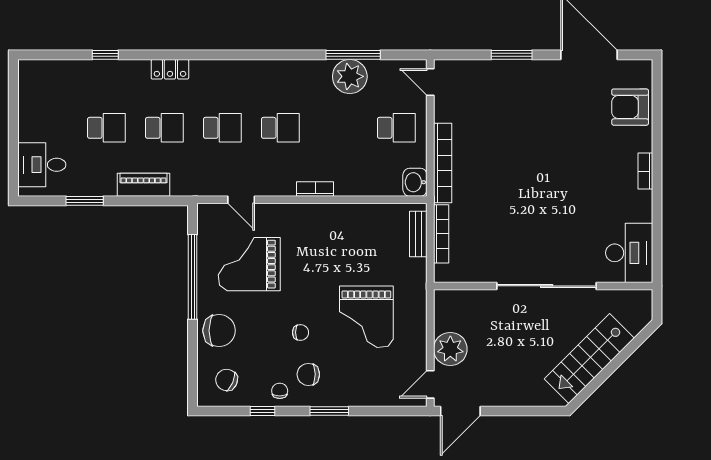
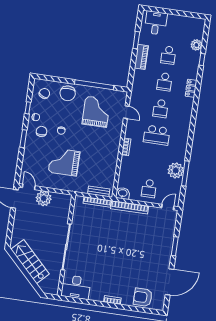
plant: (76, 71) -> (196, 45), added
armchair: (630, 107) -> (143, 297), turned -90
school desk: (280, 128) -> (157, 135), width x1.85
piano: (143, 185) -> (141, 57), moved
door: (241, 200) -> (126, 112), swing flipped

